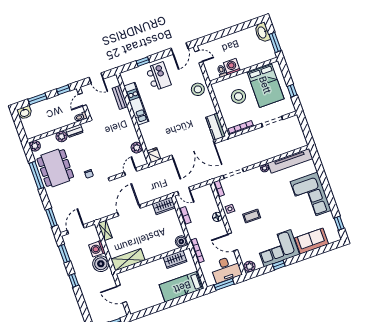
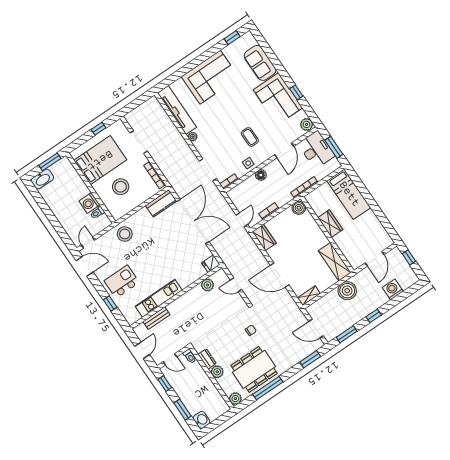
washing machine: (97, 249) -> (393, 289), moved, turned 180
wardrobe: (175, 259) -> (330, 224), moved

